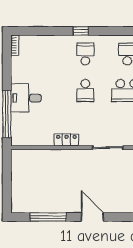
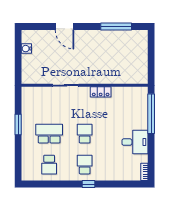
school desk: (85, 54) -> (85, 165), turned 180
desk: (26, 98) -> (135, 142), moved
door: (92, 217) -> (65, 27), moved

